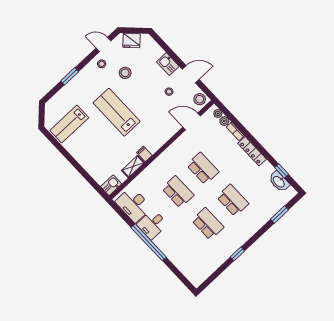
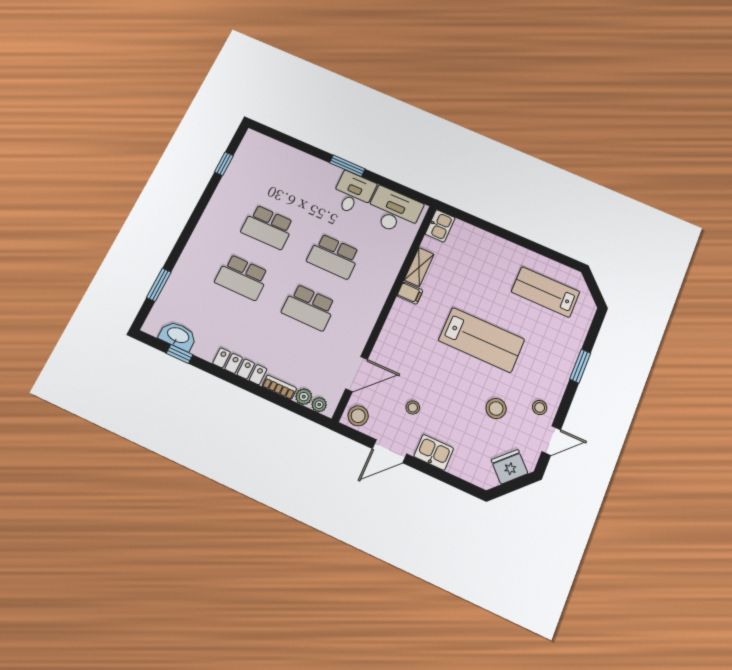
lab bench: (69, 124) -> (545, 292), turned -90
window: (149, 242) -> (347, 166), width x0.47
window: (237, 254) -> (224, 164), moved

